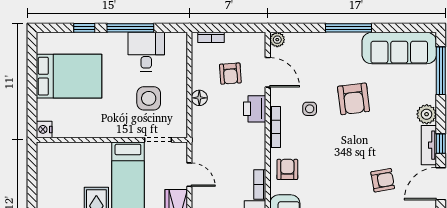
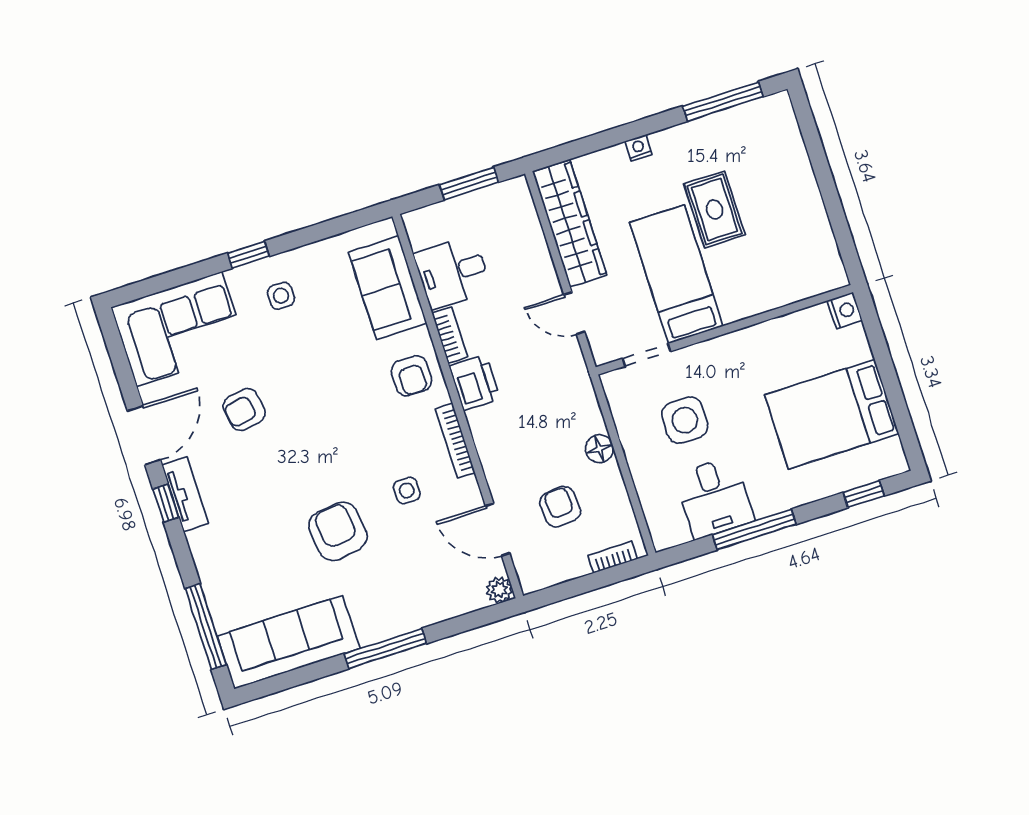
window: (84, 28) -> (864, 494), moved
printer: (255, 109) -> (474, 382), moved
plant: (427, 114) -> (206, 545), removed

